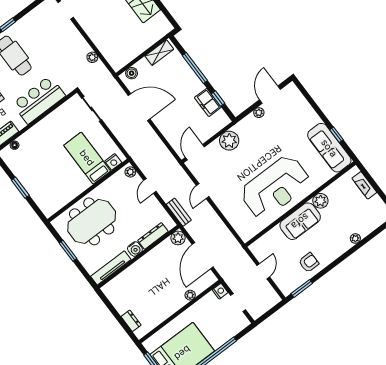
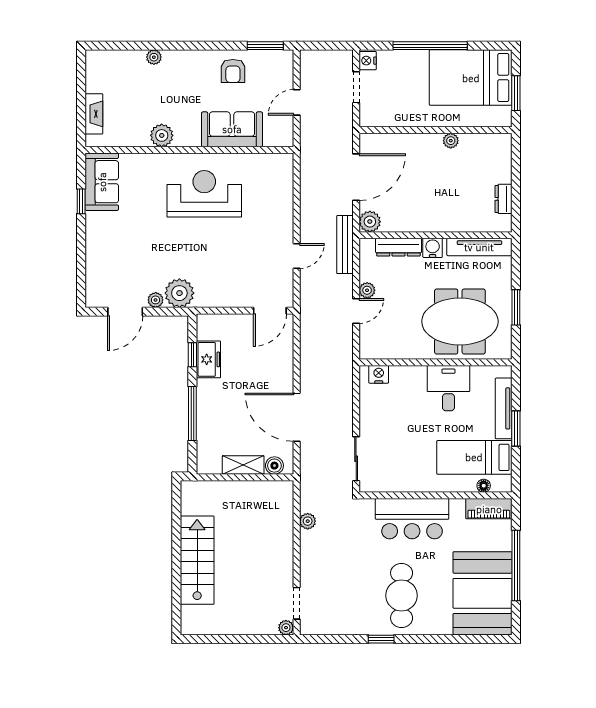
shelving: (159, 53) -> (243, 465), moved
plant: (229, 141) -> (179, 293), moved
sofa: (329, 148) -> (102, 182), width x0.73
bed: (87, 158) -> (474, 457), moved, turned 90
plant: (130, 172) -> (367, 290), moved
desk: (71, 182) -> (448, 388), added
reception desk: (275, 187) -> (204, 194), width x0.74, depth x0.77
tv unit: (35, 193) -> (504, 408), added
bench: (179, 212) -> (345, 245), width x1.36
sofa: (300, 221) -> (232, 129), moved
armchair: (309, 263) -> (233, 71), turned -90
nightstand: (220, 291) -> (368, 61), moved
plant: (190, 295) -> (451, 141), moved
dresser: (131, 321) -> (504, 199), moved

